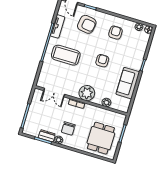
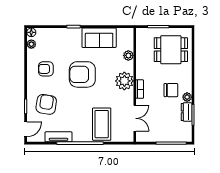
coffee table: (66, 55) -> (102, 124), moved
armchair: (102, 61) -> (82, 74), width x1.88, depth x1.88

